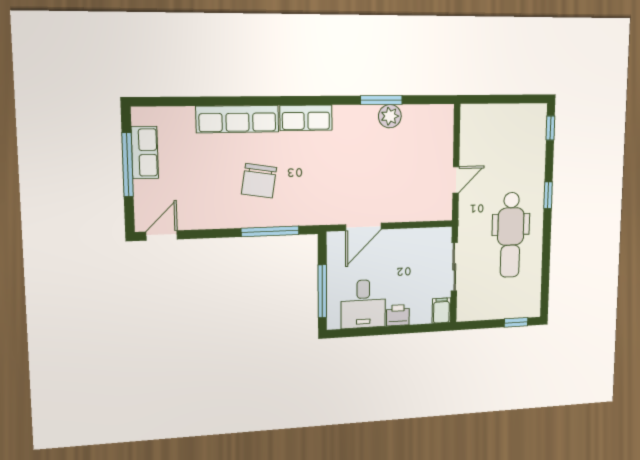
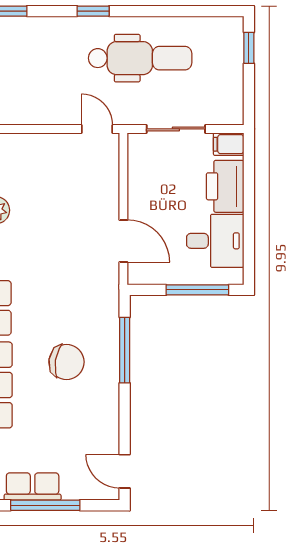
door: (456, 180) -> (97, 129), moved
printer: (398, 315) -> (225, 186), width x1.87, depth x1.48

